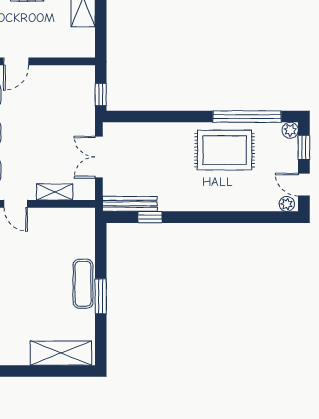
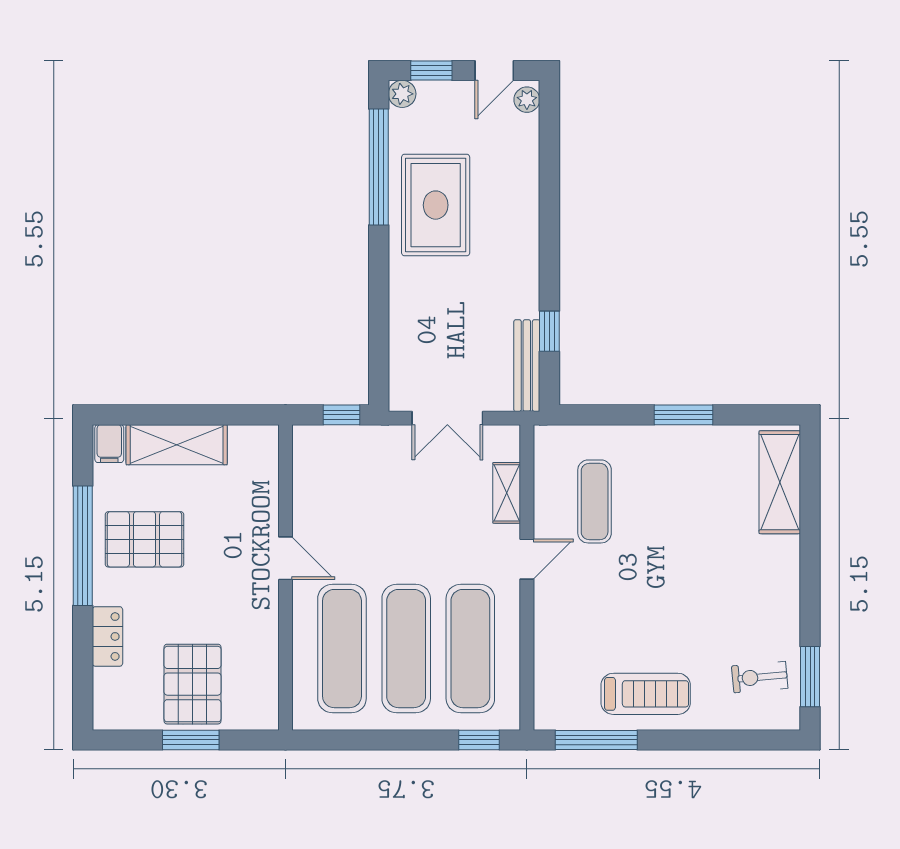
exercise mat: (83, 284) -> (595, 501), moved, turned 90

